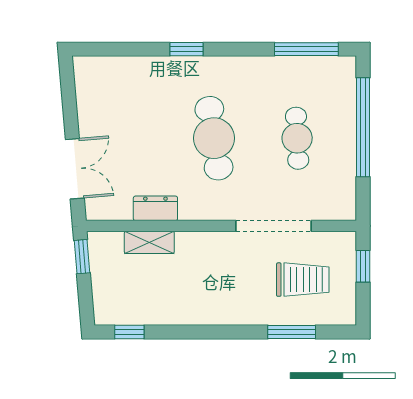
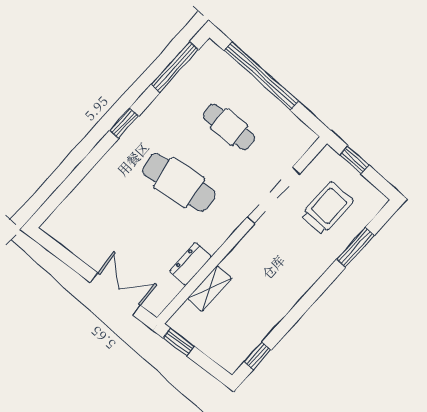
window: (187, 49) -> (124, 123), moved

